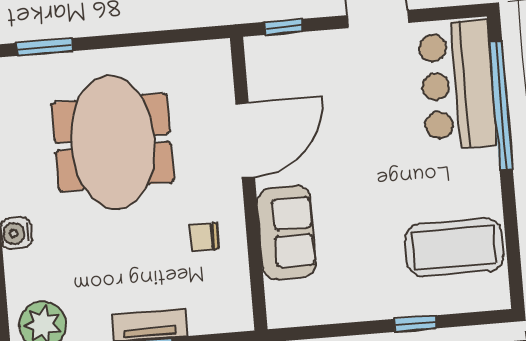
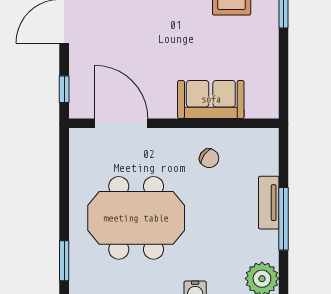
door: (245, 141) -> (121, 123), moved
chair: (204, 237) -> (209, 158), turned -54

